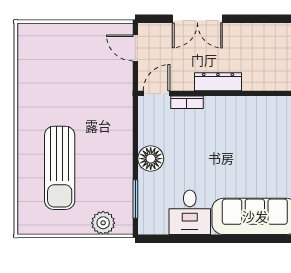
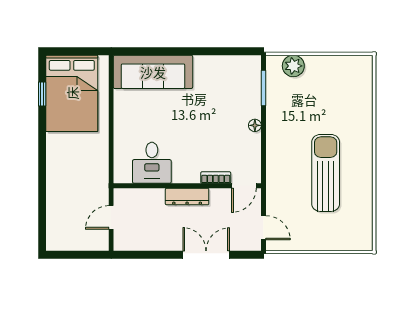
floor lamp: (151, 159) -> (255, 125), width x0.53, depth x0.53
sun lounger: (60, 168) -> (326, 173), moved
desk: (190, 212) -> (152, 163), moved, turned 180

